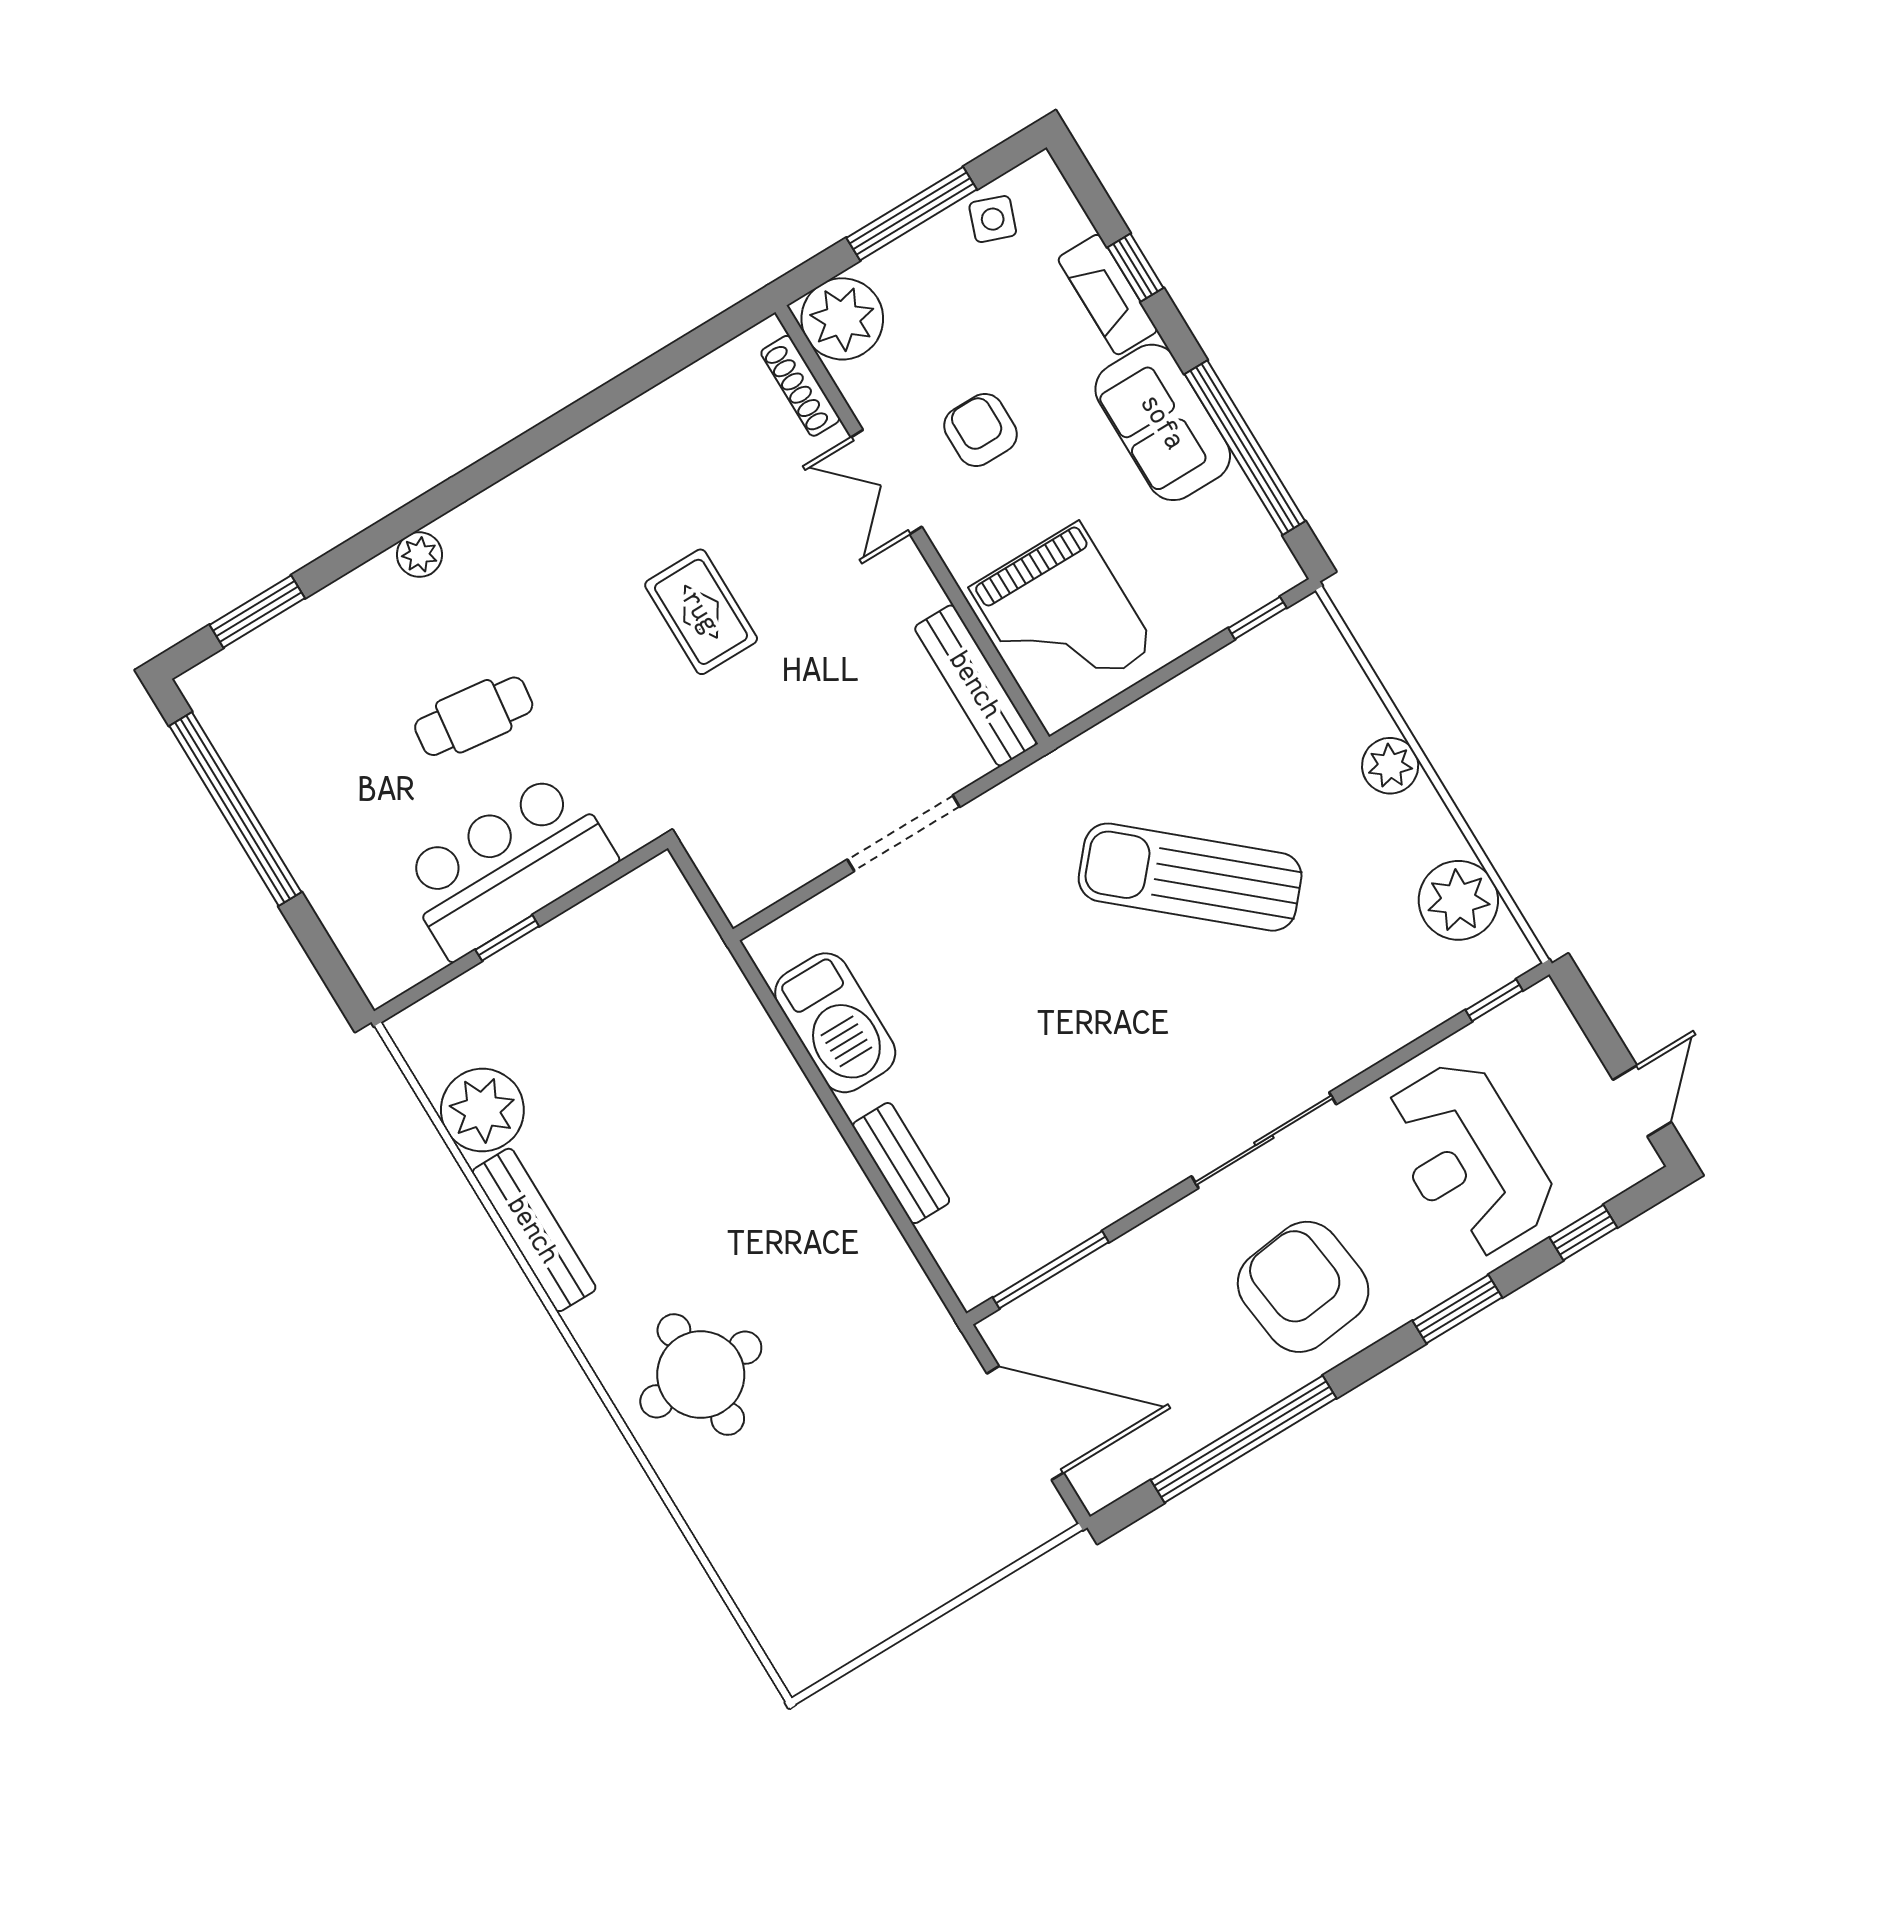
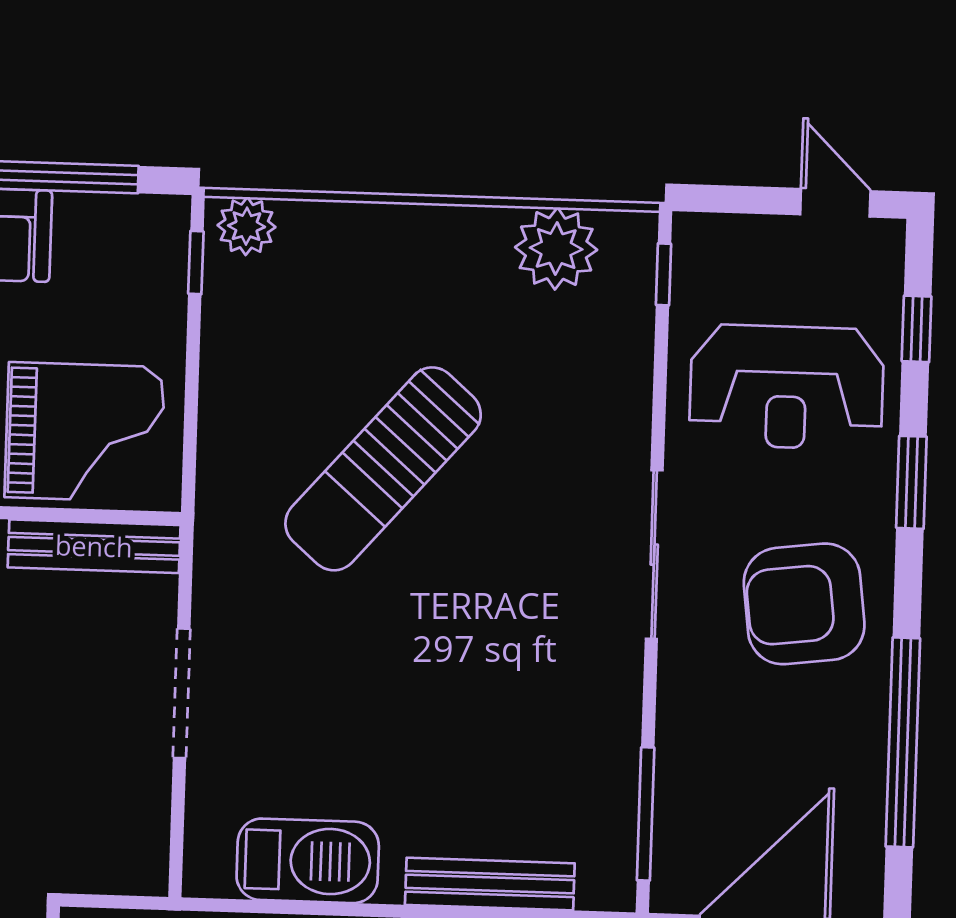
plant: (1390, 766) -> (247, 226), moved
bench: (901, 1163) -> (490, 884), width x1.36

